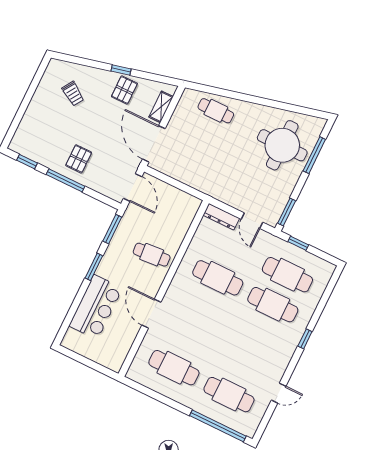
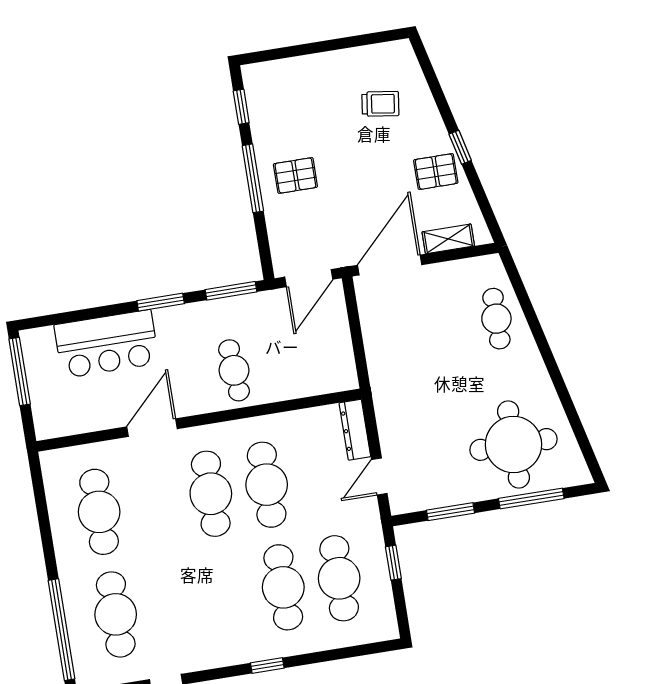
trolley: (73, 94) -> (380, 104), turned -115
window: (287, 212) -> (450, 512), moved
cafe table: (203, 308) -> (211, 494), added
window: (79, 358) -> (20, 372), added

